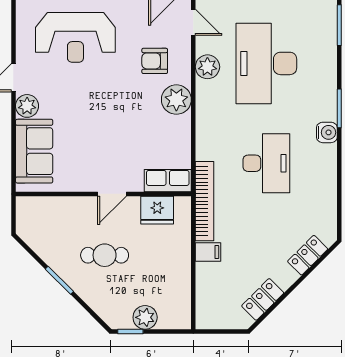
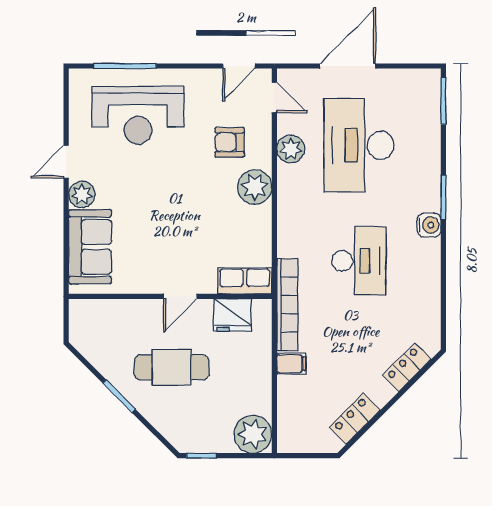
cafe table: (105, 255) -> (172, 367), width x1.37, depth x1.35
plant: (145, 317) -> (253, 434), moved, width x1.36, depth x1.36

